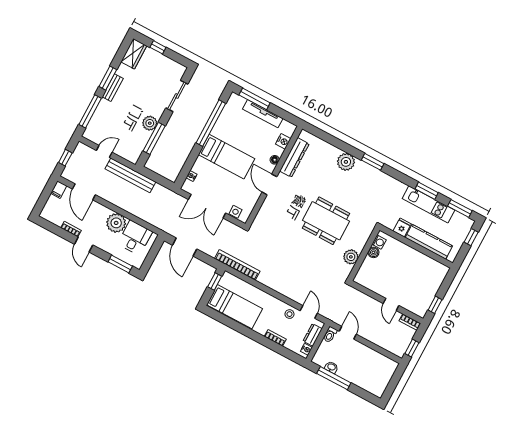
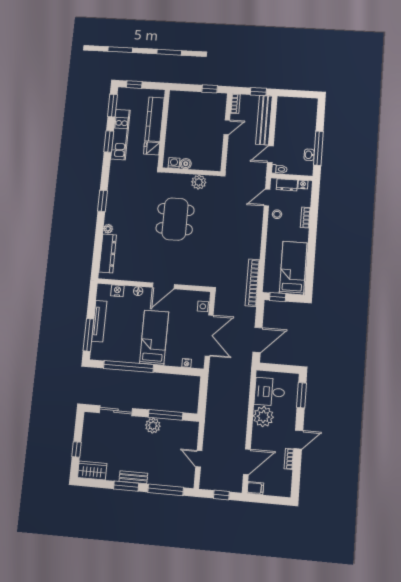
dresser: (294, 157) -> (108, 253), moved, turned 90
plant: (346, 162) -> (108, 229), width x0.53, depth x0.53
bench: (130, 175) -> (264, 120), moved

